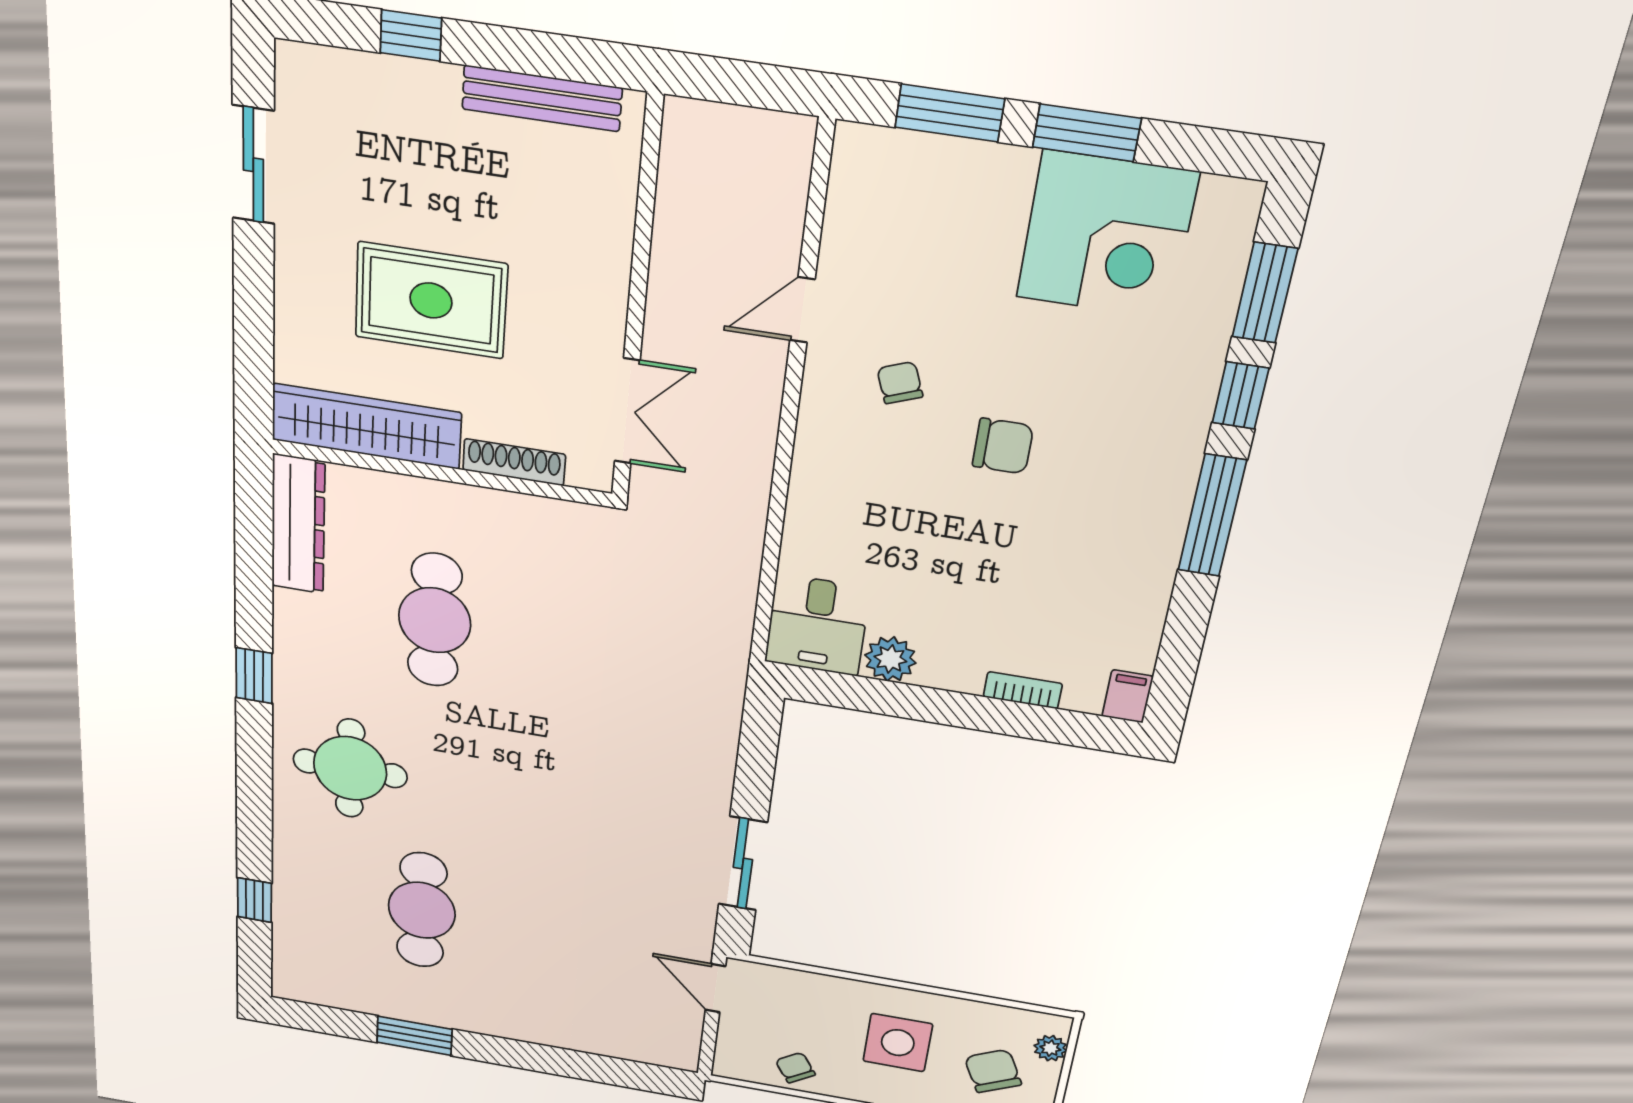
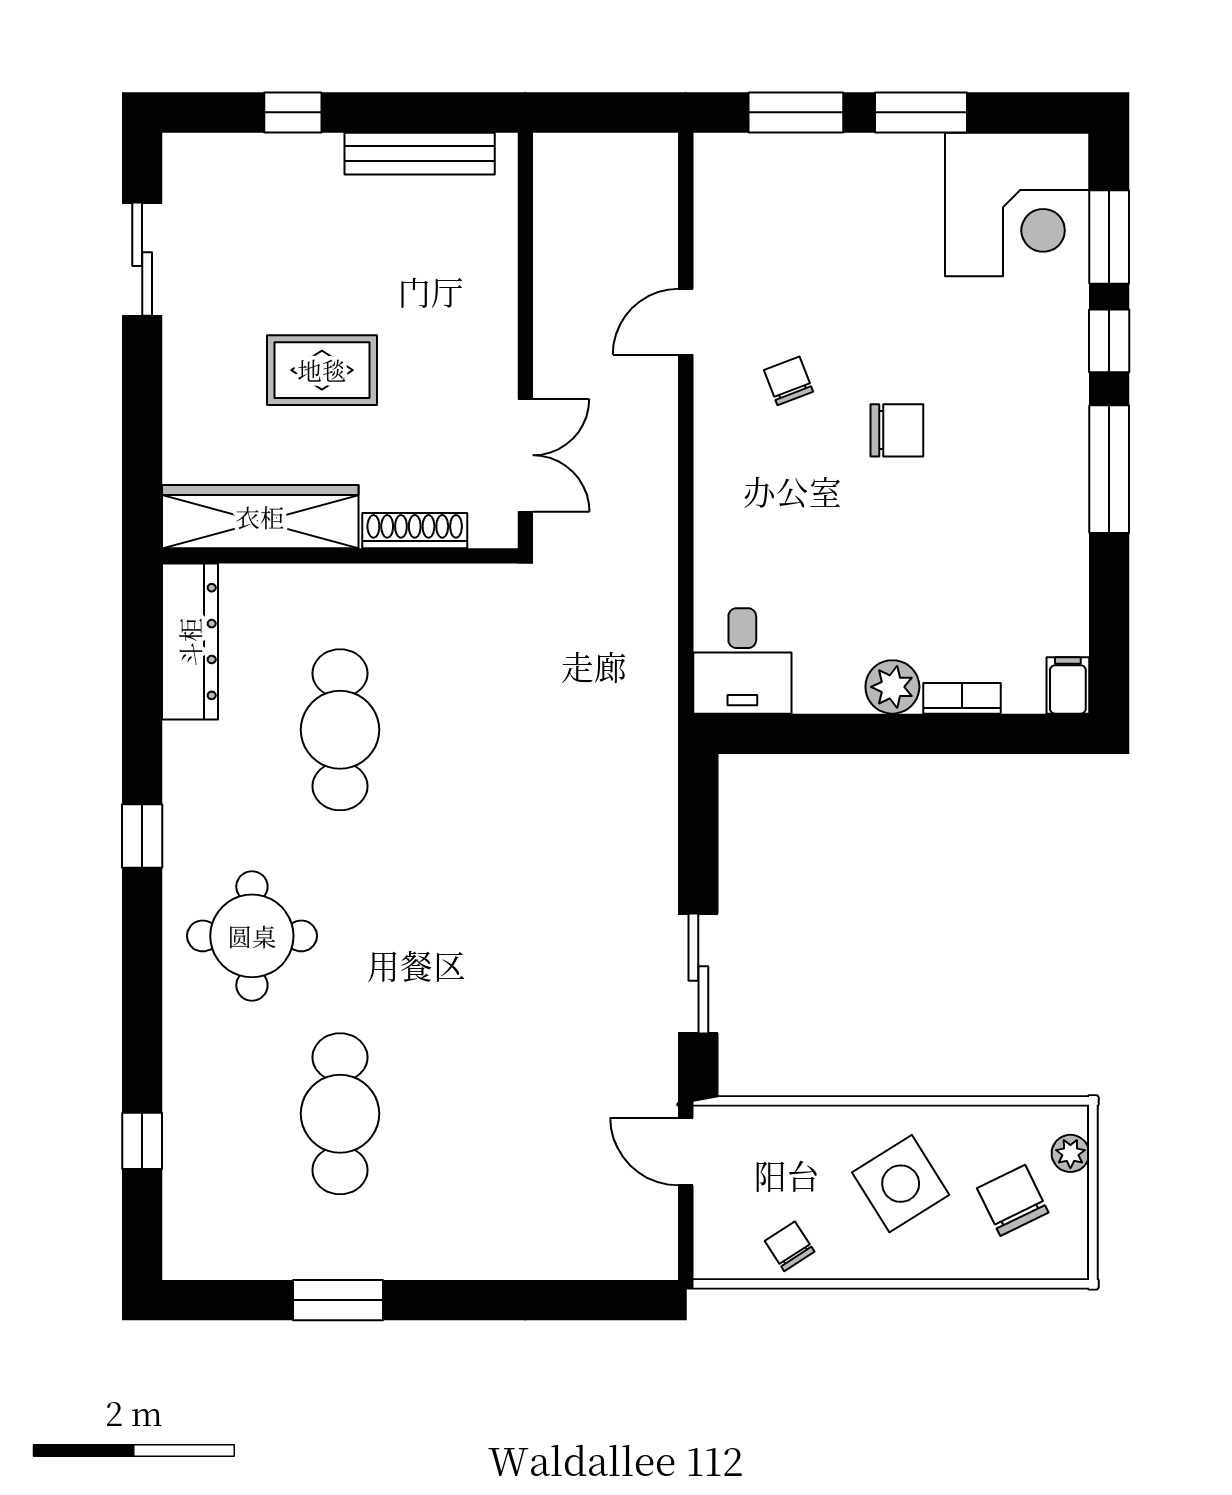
corner desk: (1107, 235) -> (1017, 205), moved
rug: (431, 300) -> (322, 370), width x0.73, depth x0.70
plant: (890, 659) -> (892, 687), moved
side table: (898, 1043) -> (901, 1184), turned -32

